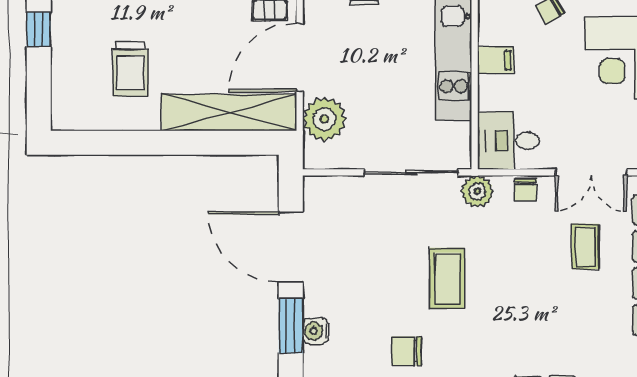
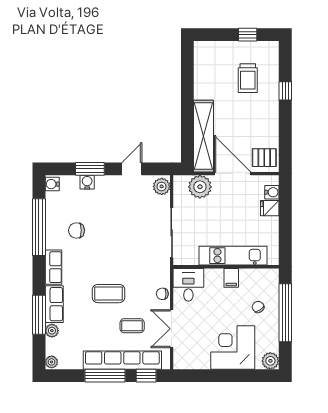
trolley: (131, 69) -> (248, 78), moved, turned -90
plant: (477, 191) -> (162, 186), moved
door: (291, 247) -> (132, 169), width x0.53
coffee table: (447, 278) -> (109, 294), moved
chair: (407, 351) -> (76, 230), turned -90

